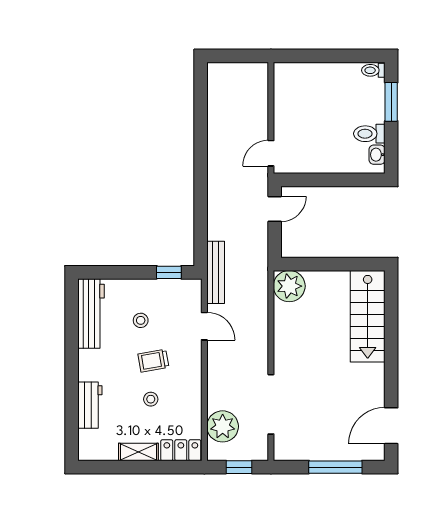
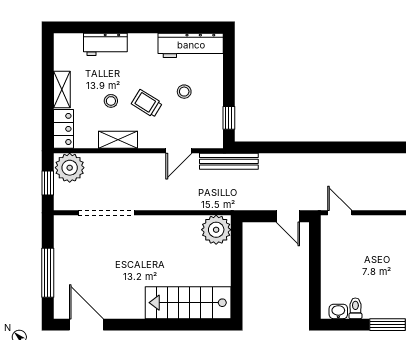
toilet: (369, 134) -> (355, 308), width x0.73, depth x0.72
trolley: (153, 361) -> (147, 103), turned -48
shelving: (193, 392) -> (118, 140), added
plant: (223, 426) -> (70, 168), moved

